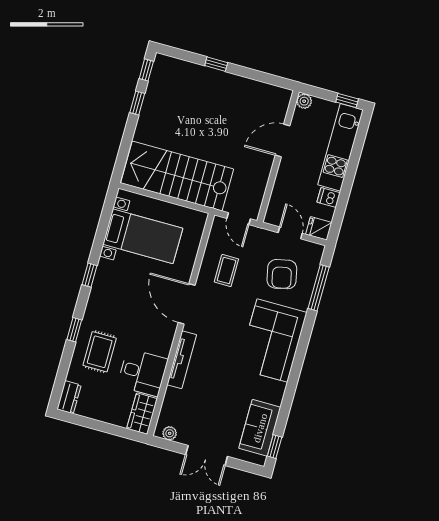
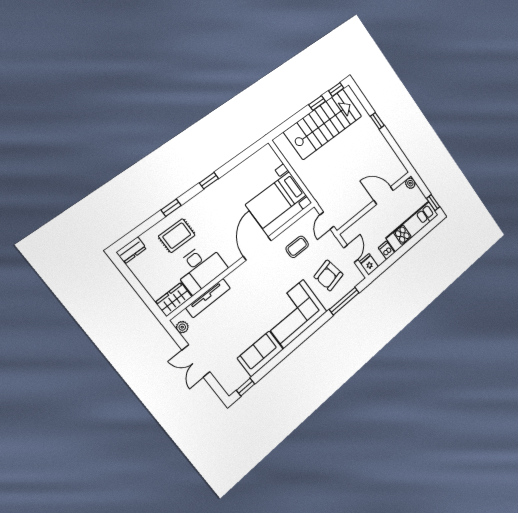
stairs: (177, 176) -> (323, 124), moved, turned 90
bed with nightstands: (143, 236) -> (276, 200), moved, turned 90
tv unit: (182, 360) -> (208, 298), moved
desk: (143, 372) -> (200, 268), width x1.37
sofa: (260, 428) -> (260, 354), moved

